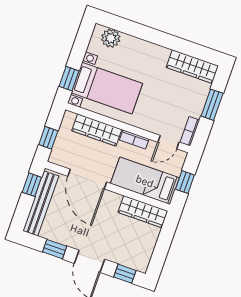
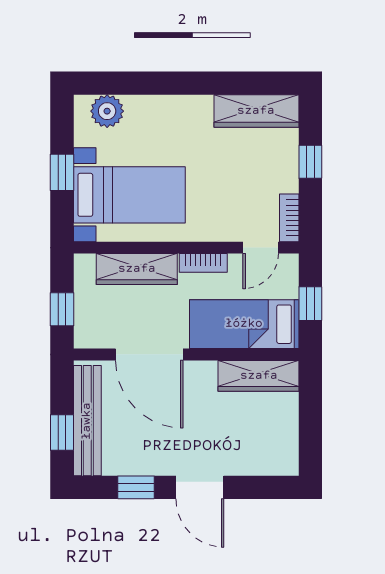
window: (69, 79) -> (62, 172), moved
window: (212, 105) -> (310, 162), width x0.67
window: (32, 185) -> (62, 433), moved
window: (125, 274) -> (265, 487), removed

